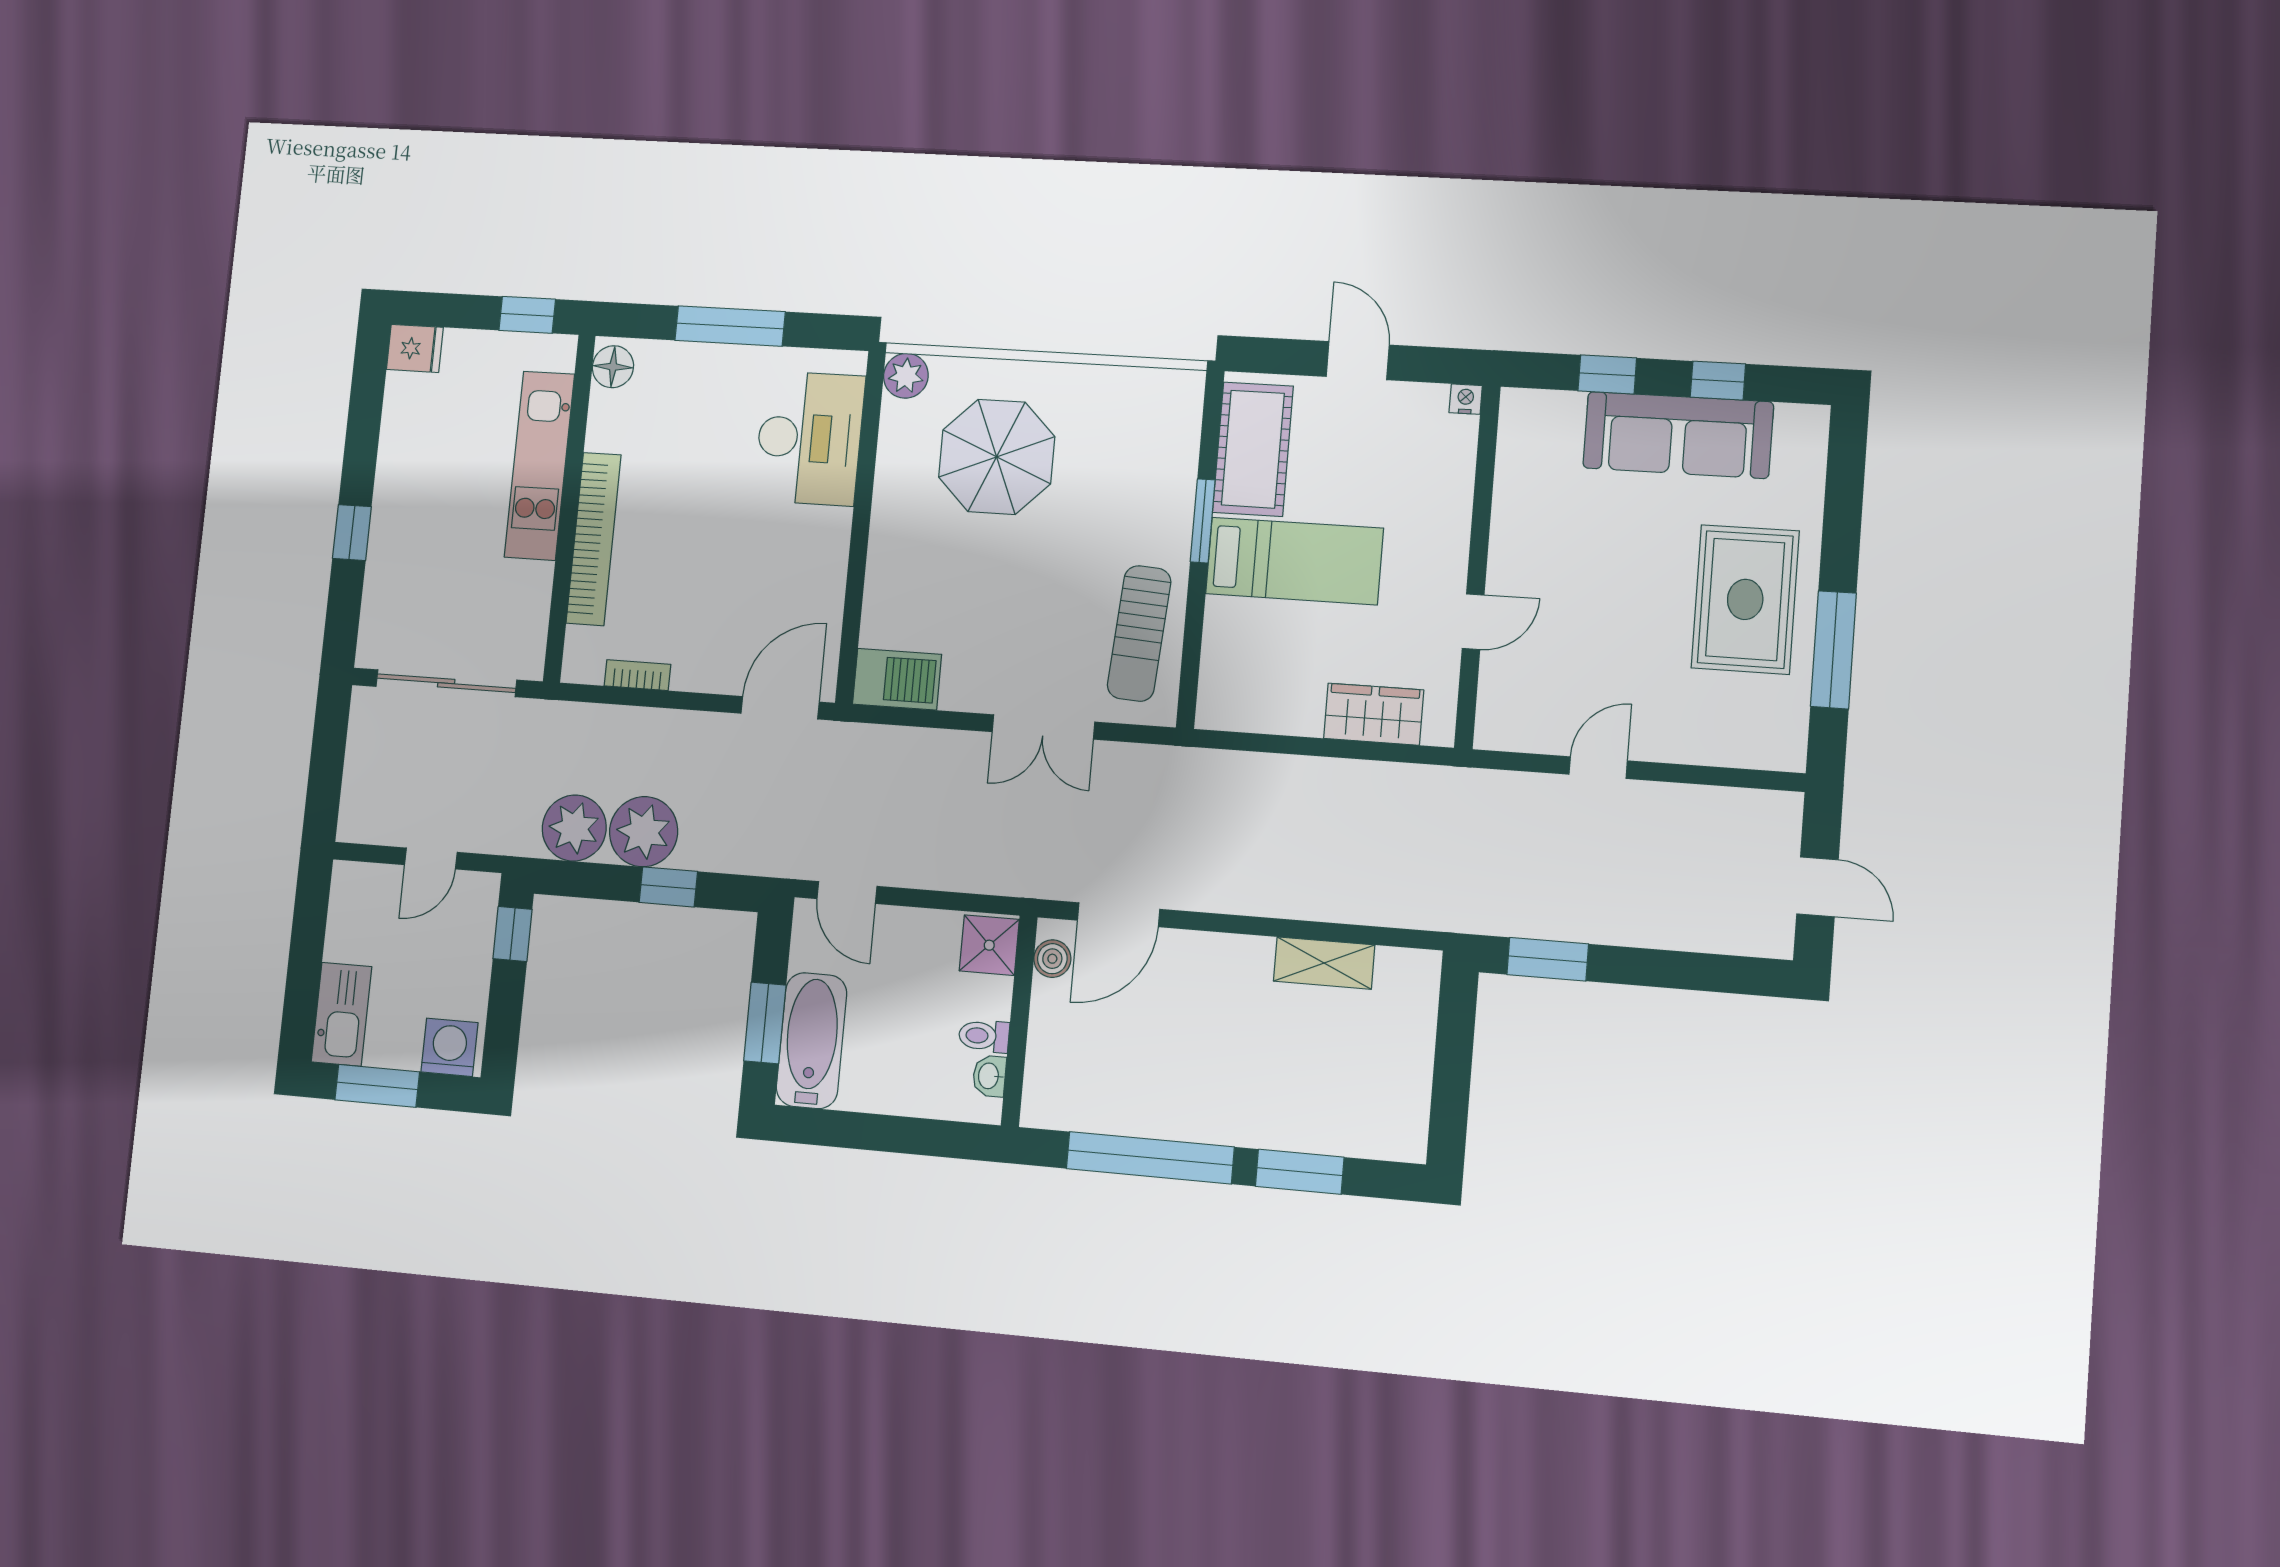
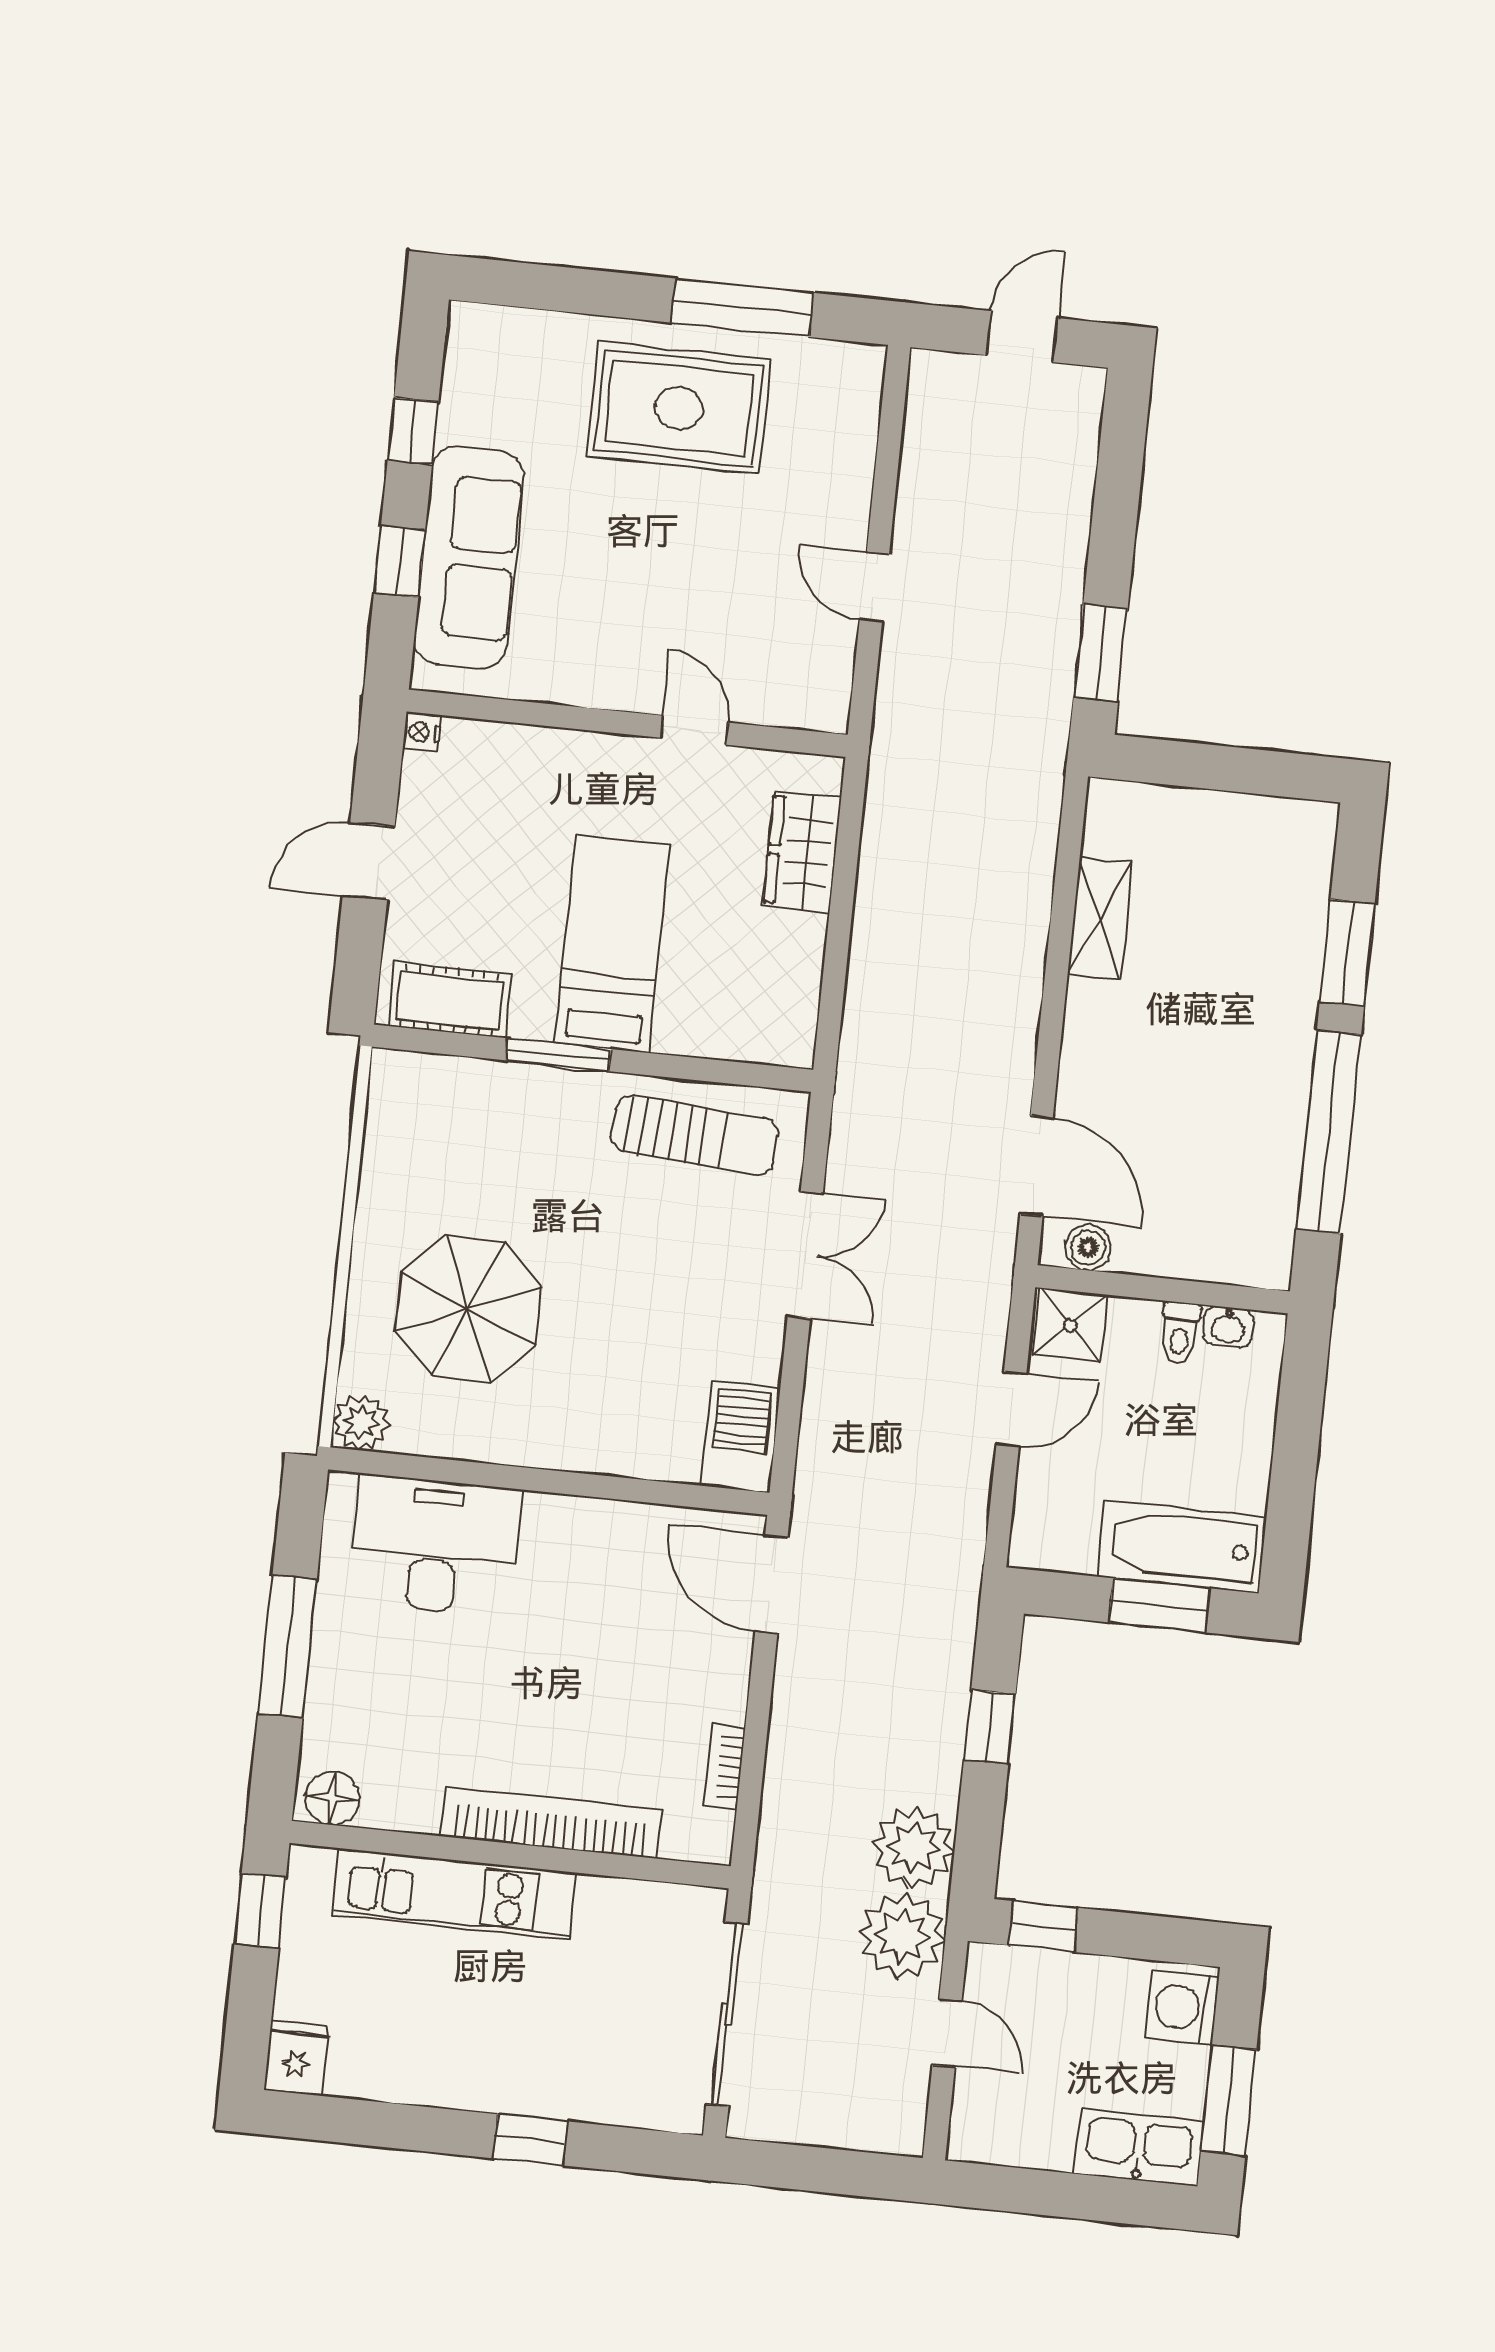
sofa: (1678, 435) -> (469, 558), moved
cot: (1253, 449) -> (450, 1000), width x0.73, depth x0.75
plant: (644, 832) -> (902, 1936), moved
door: (847, 893) -> (1011, 1409), moved

